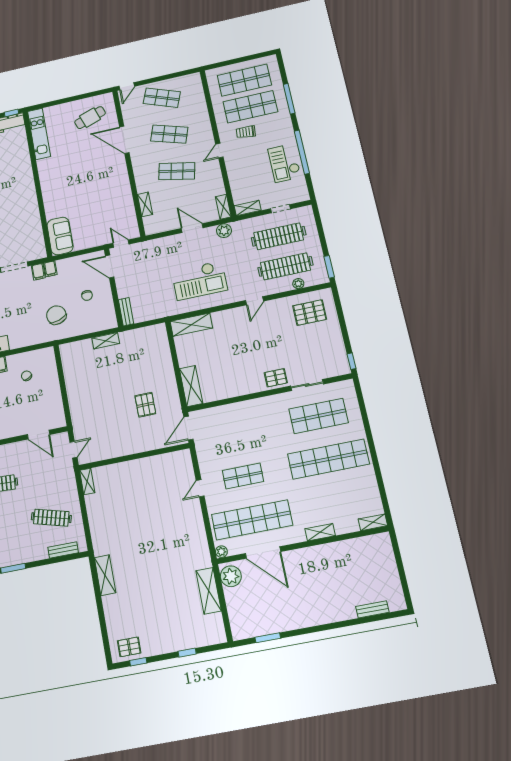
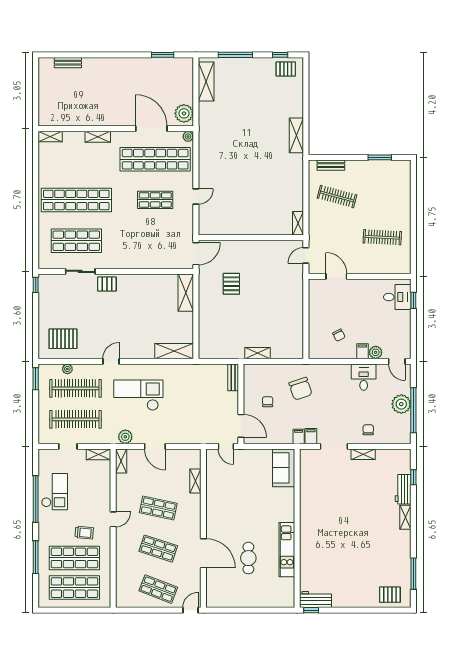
cafe table: (90, 118) -> (248, 558), moved, turned -71
kitchen unit: (39, 134) -> (287, 550), moved
checkout: (199, 280) -> (138, 395), moved
shelving: (209, 591) -> (206, 81), moved
window: (187, 653) -> (235, 55), width x2.17

